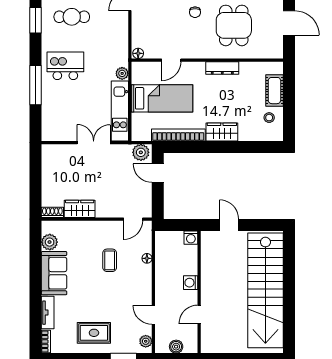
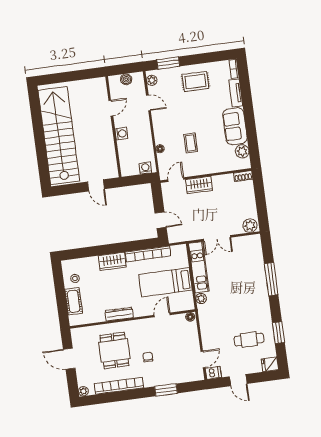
kitchen island: (65, 66) -> (249, 298), removed
plant: (141, 152) -> (250, 226), moved
wardrobe: (80, 209) -> (199, 185), moved
washing machine: (191, 238) -> (145, 168), moved

